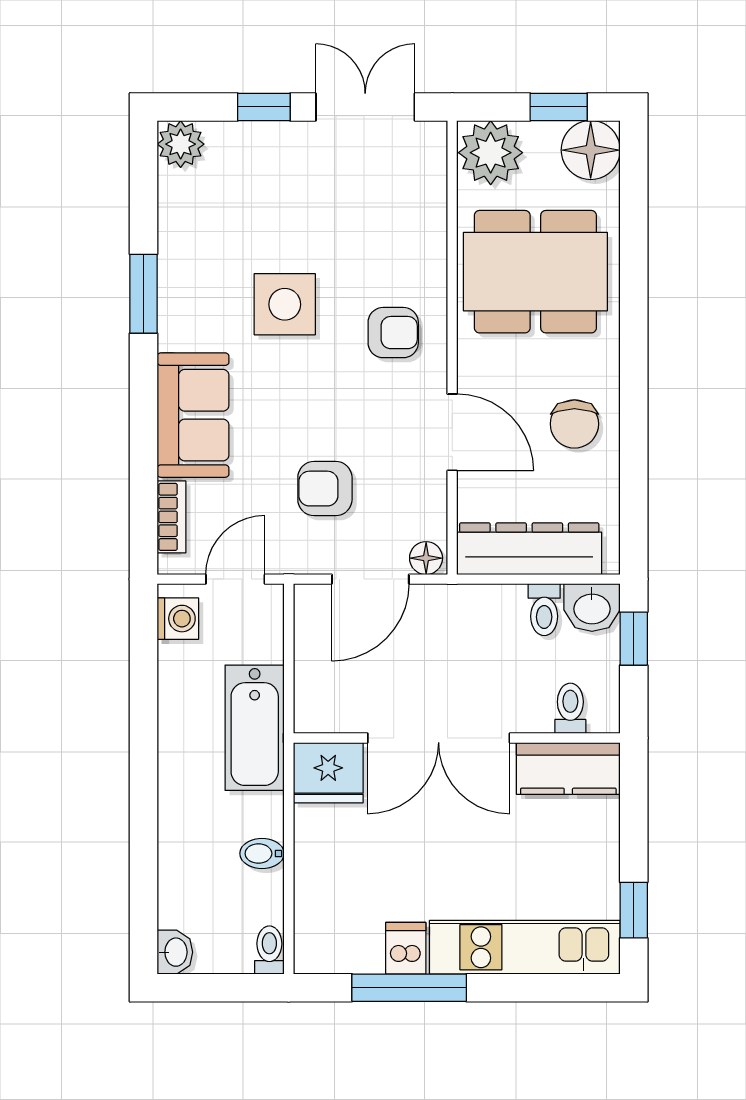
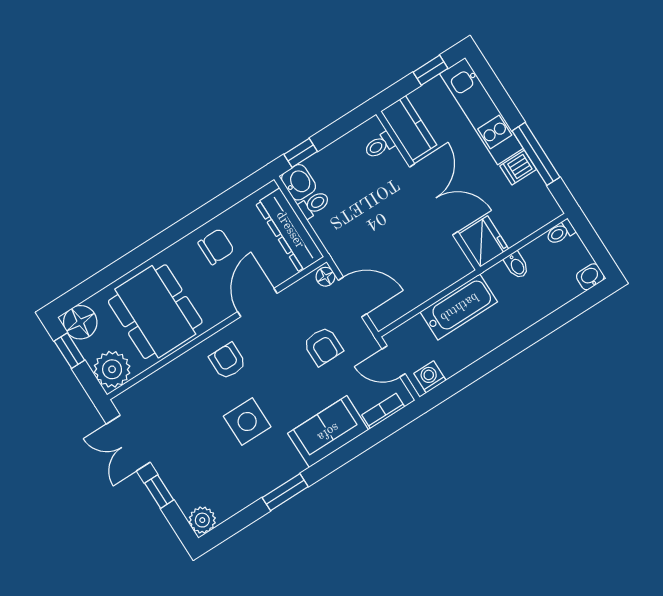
toilet: (570, 708) -> (379, 145), moved
double door: (439, 738) -> (434, 199), moved
wall: (457, 738) -> (428, 191), moved
kitchen counter: (568, 769) -> (409, 128), moved
fridge: (328, 773) -> (484, 241), moved

